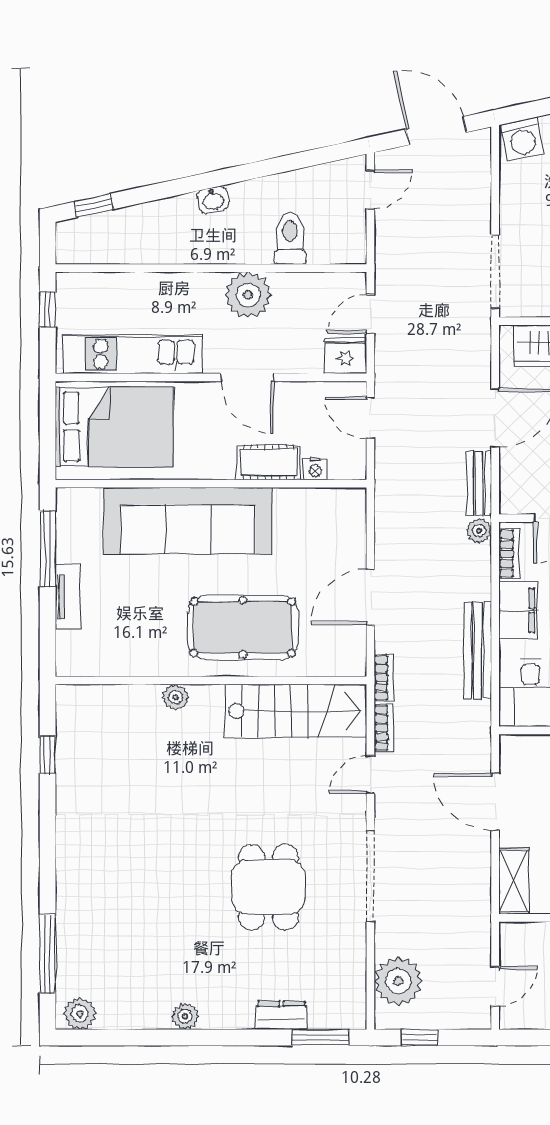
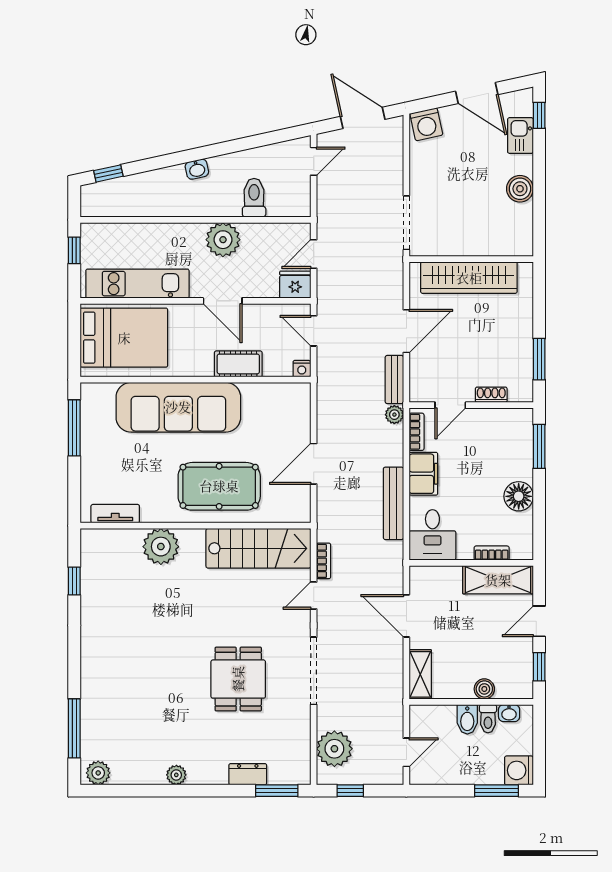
nightstand: (315, 469) -> (302, 369), moved
tv unit: (68, 597) -> (115, 514), moved, turned -90
bookcase: (383, 678) -> (323, 524), removed
plant: (176, 697) -> (161, 547), width x1.88, depth x1.88

